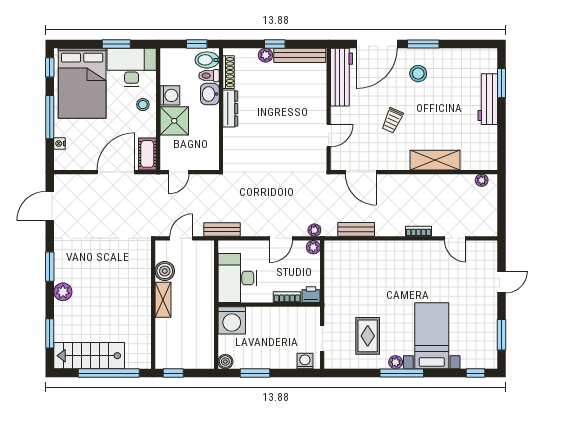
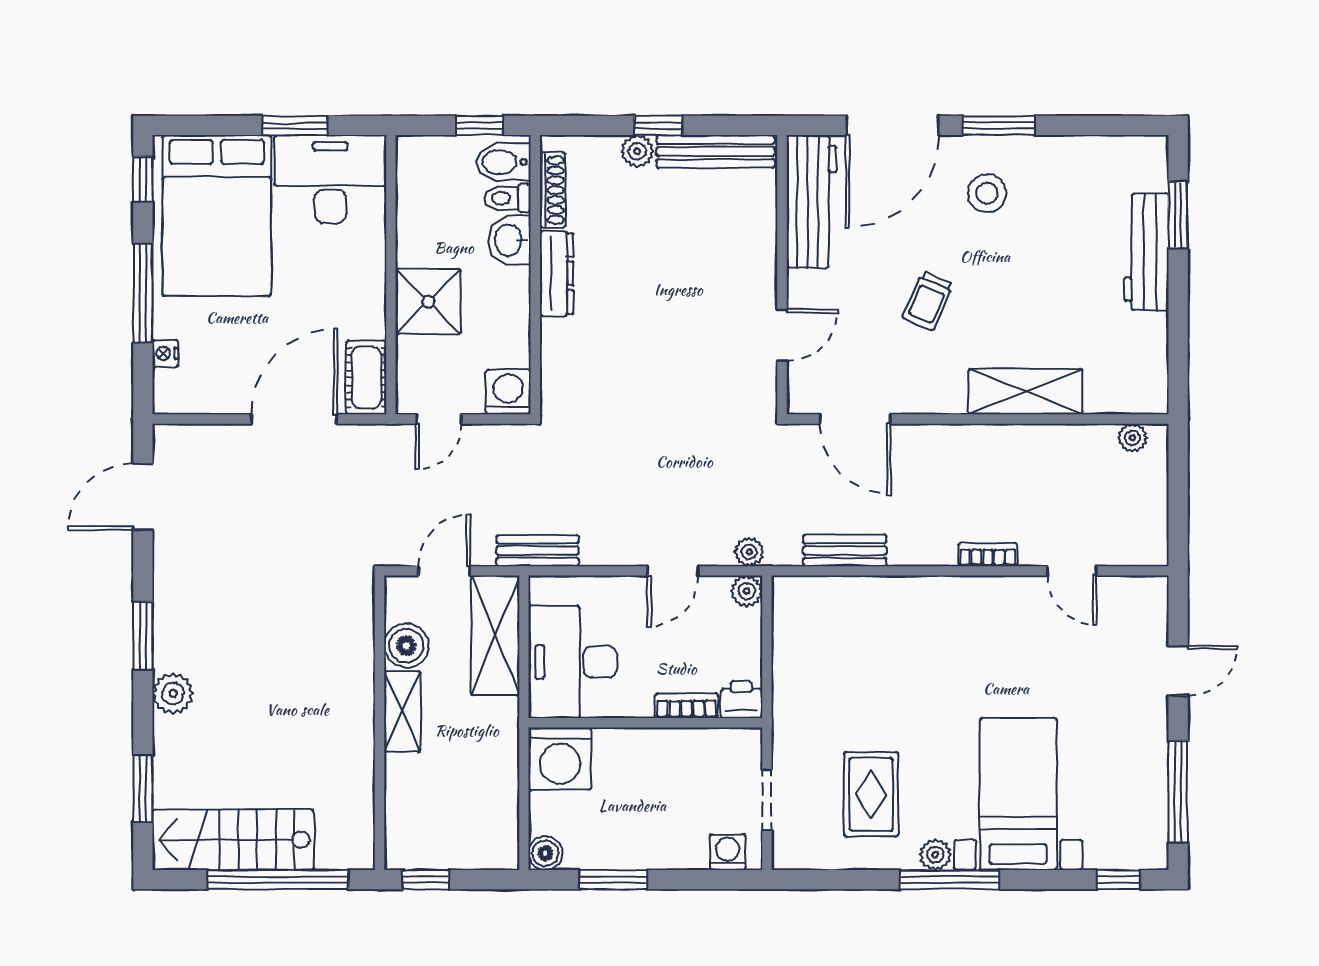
washing machine: (170, 95) -> (508, 392), moved, turned -90
stool: (143, 105) -> (356, 264), removed
shelving: (204, 266) -> (495, 635), added
window: (502, 335) -> (1178, 792), width x1.44

